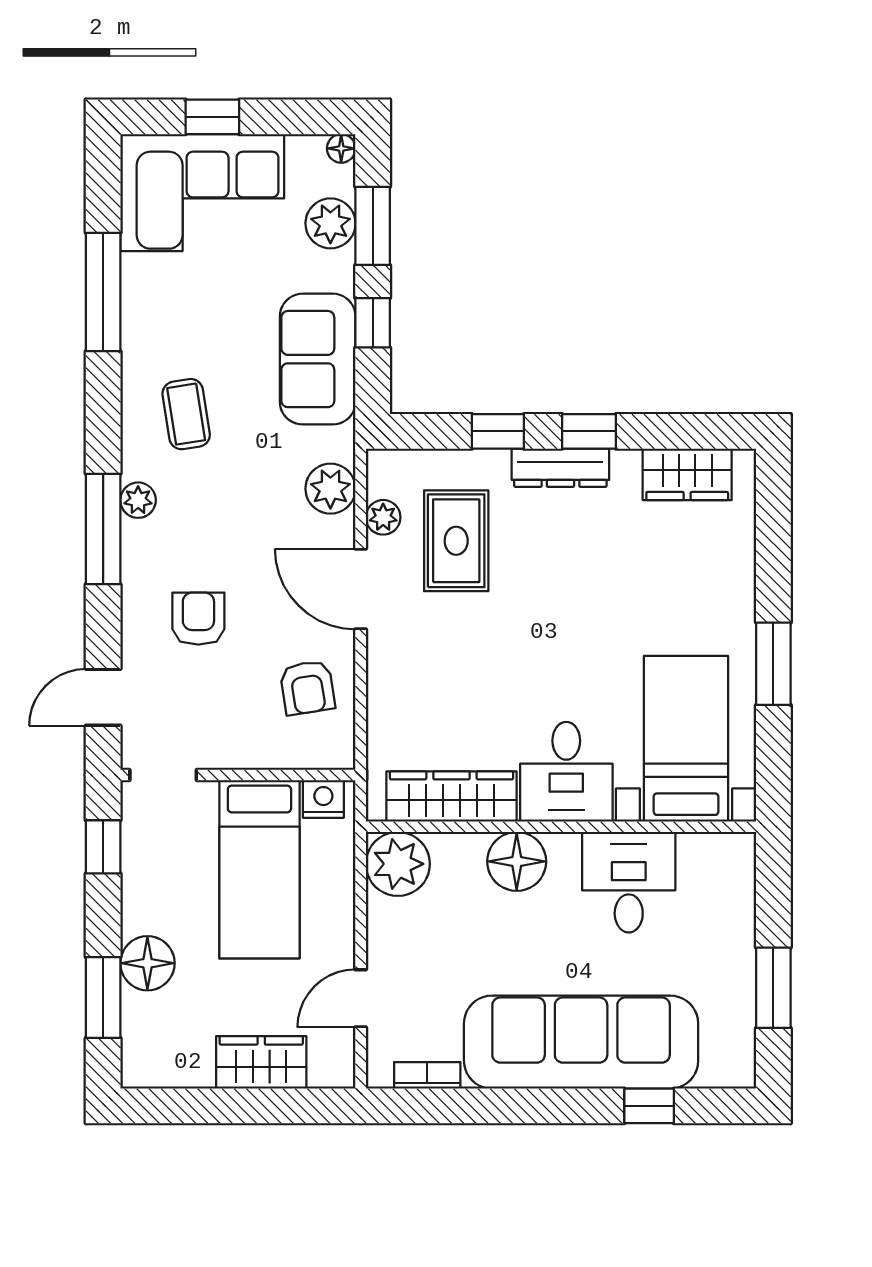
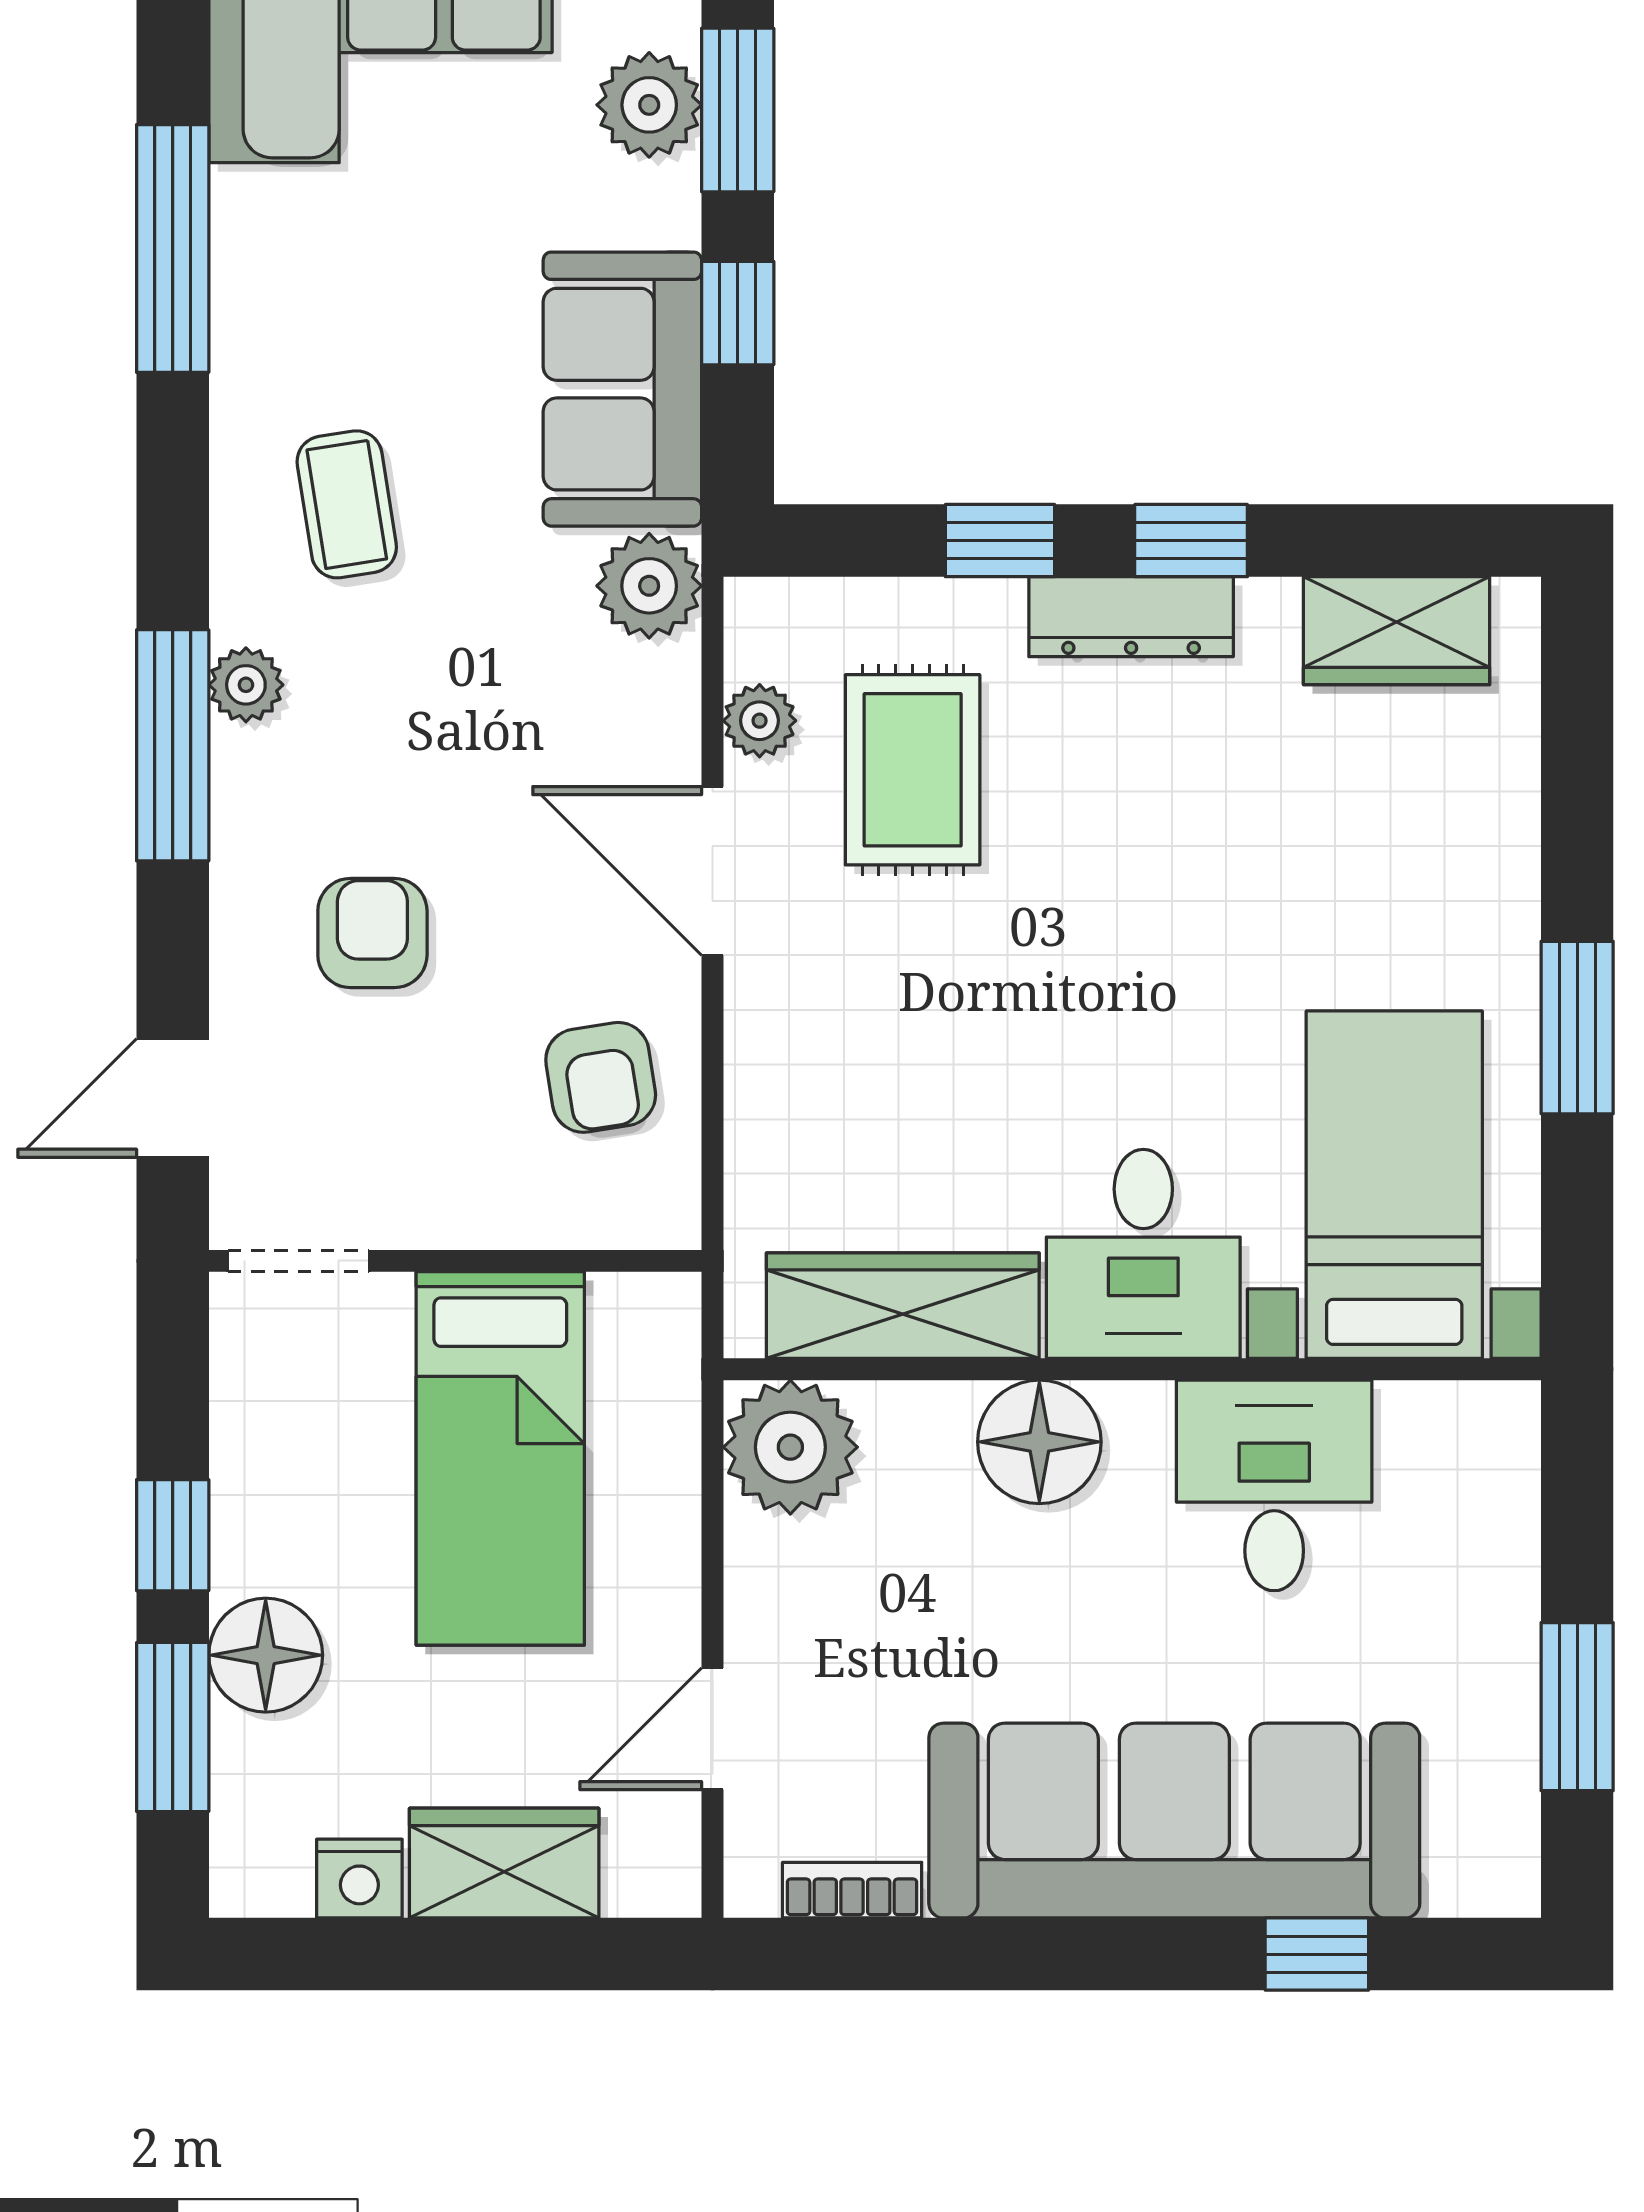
plant: (330, 489) -> (649, 586), moved
nightstand: (323, 799) -> (359, 1879), moved, turned 180
window: (103, 847) -> (173, 1535), moved

